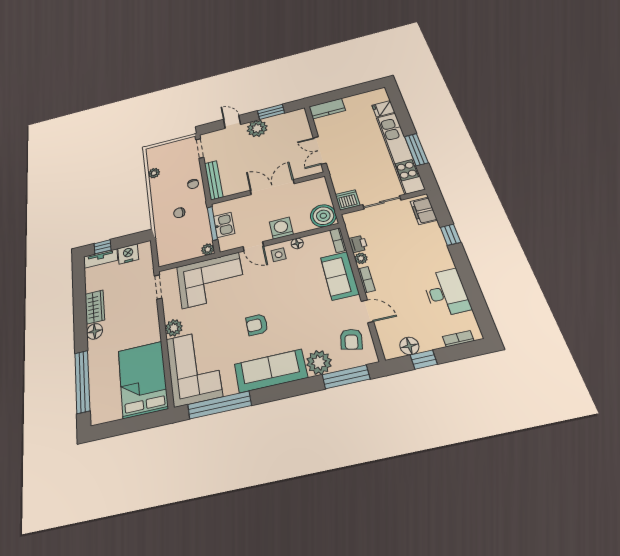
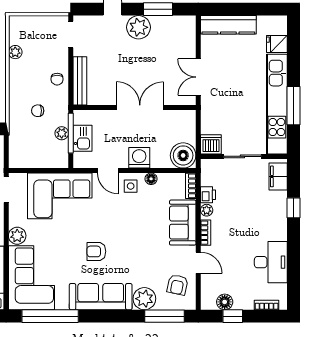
kitchen counter: (327, 109) -> (228, 25), width x1.50
plant: (208, 249) -> (62, 133), moved

